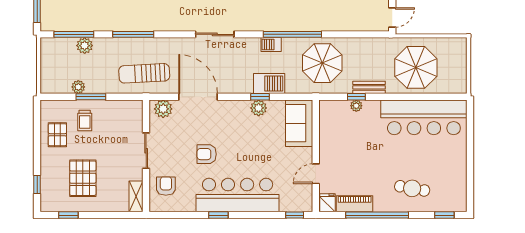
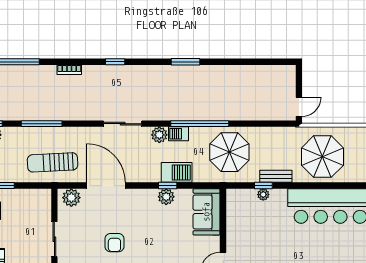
plant: (252, 46) -> (159, 135), added
armchair: (207, 154) -> (114, 243), turned -90

